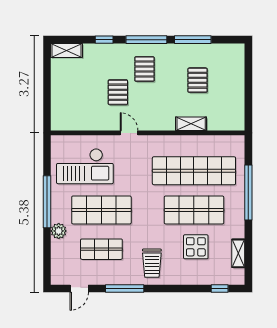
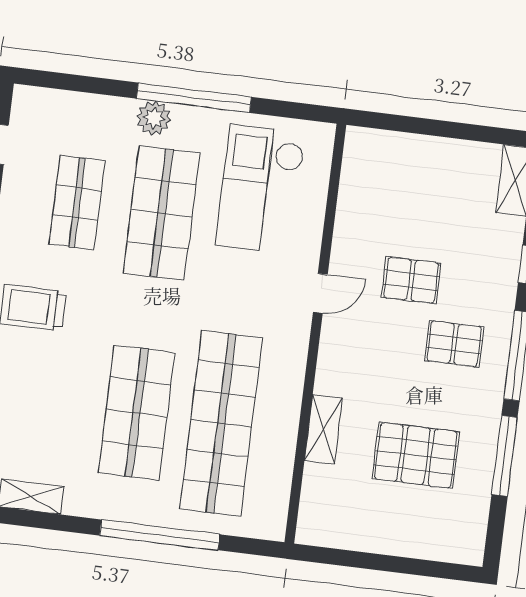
pallet: (198, 80) -> (416, 455), width x1.50, depth x1.42
plant: (59, 231) -> (154, 118), moved
display table: (196, 247) -> (57, 407), removed

